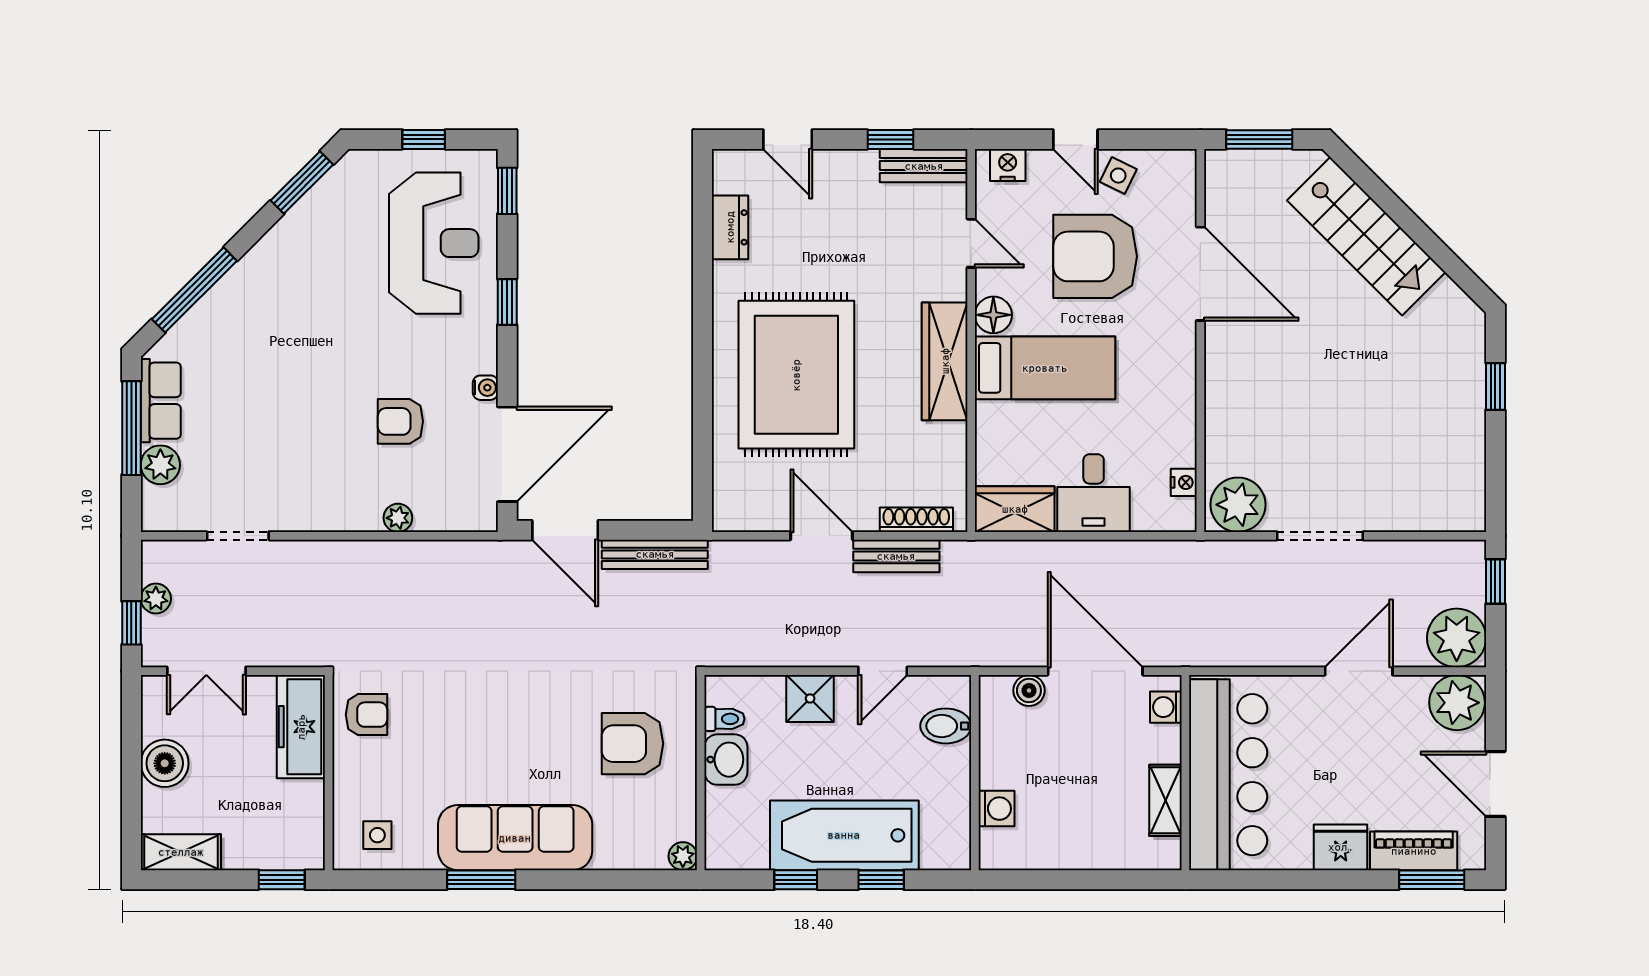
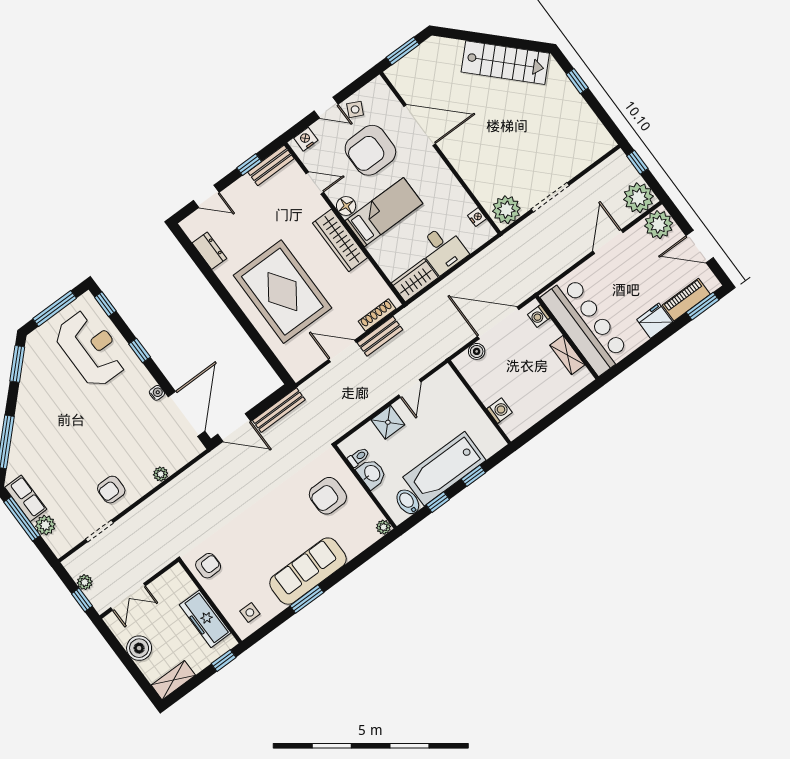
window: (424, 139) -> (55, 308), width x2.17
stairs: (1366, 236) -> (505, 63), moved
armchair: (400, 421) -> (111, 490), moved
bidet: (946, 726) -> (408, 502), moved, turned 90
freezer: (301, 727) -> (205, 619), moved

